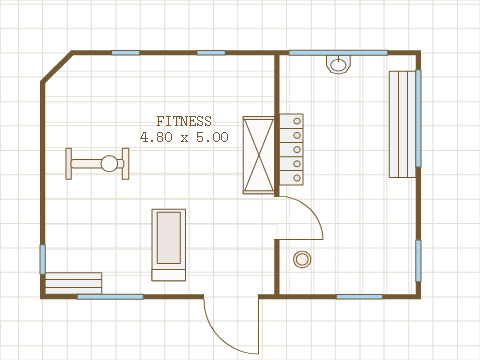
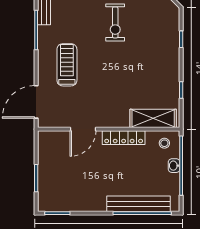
shelving: (259, 155) -> (153, 118), moved
treadmill: (169, 245) -> (67, 65), turned -90
stool: (302, 259) -> (164, 143), moved

